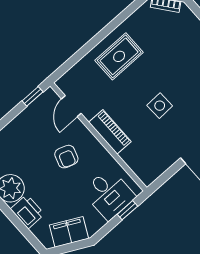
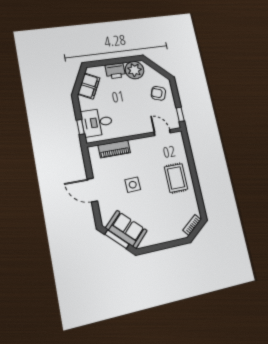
piano: (110, 132) -> (114, 149), moved
armchair: (66, 157) -> (158, 93), moved

